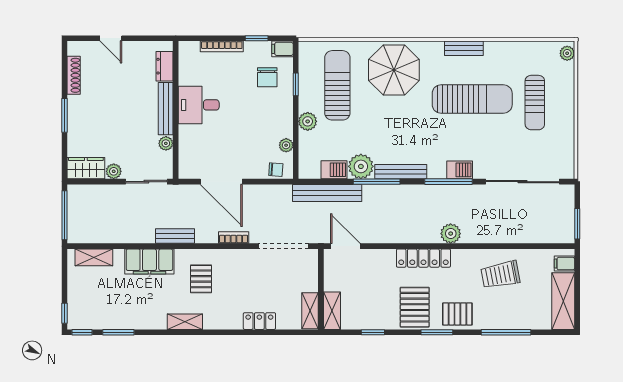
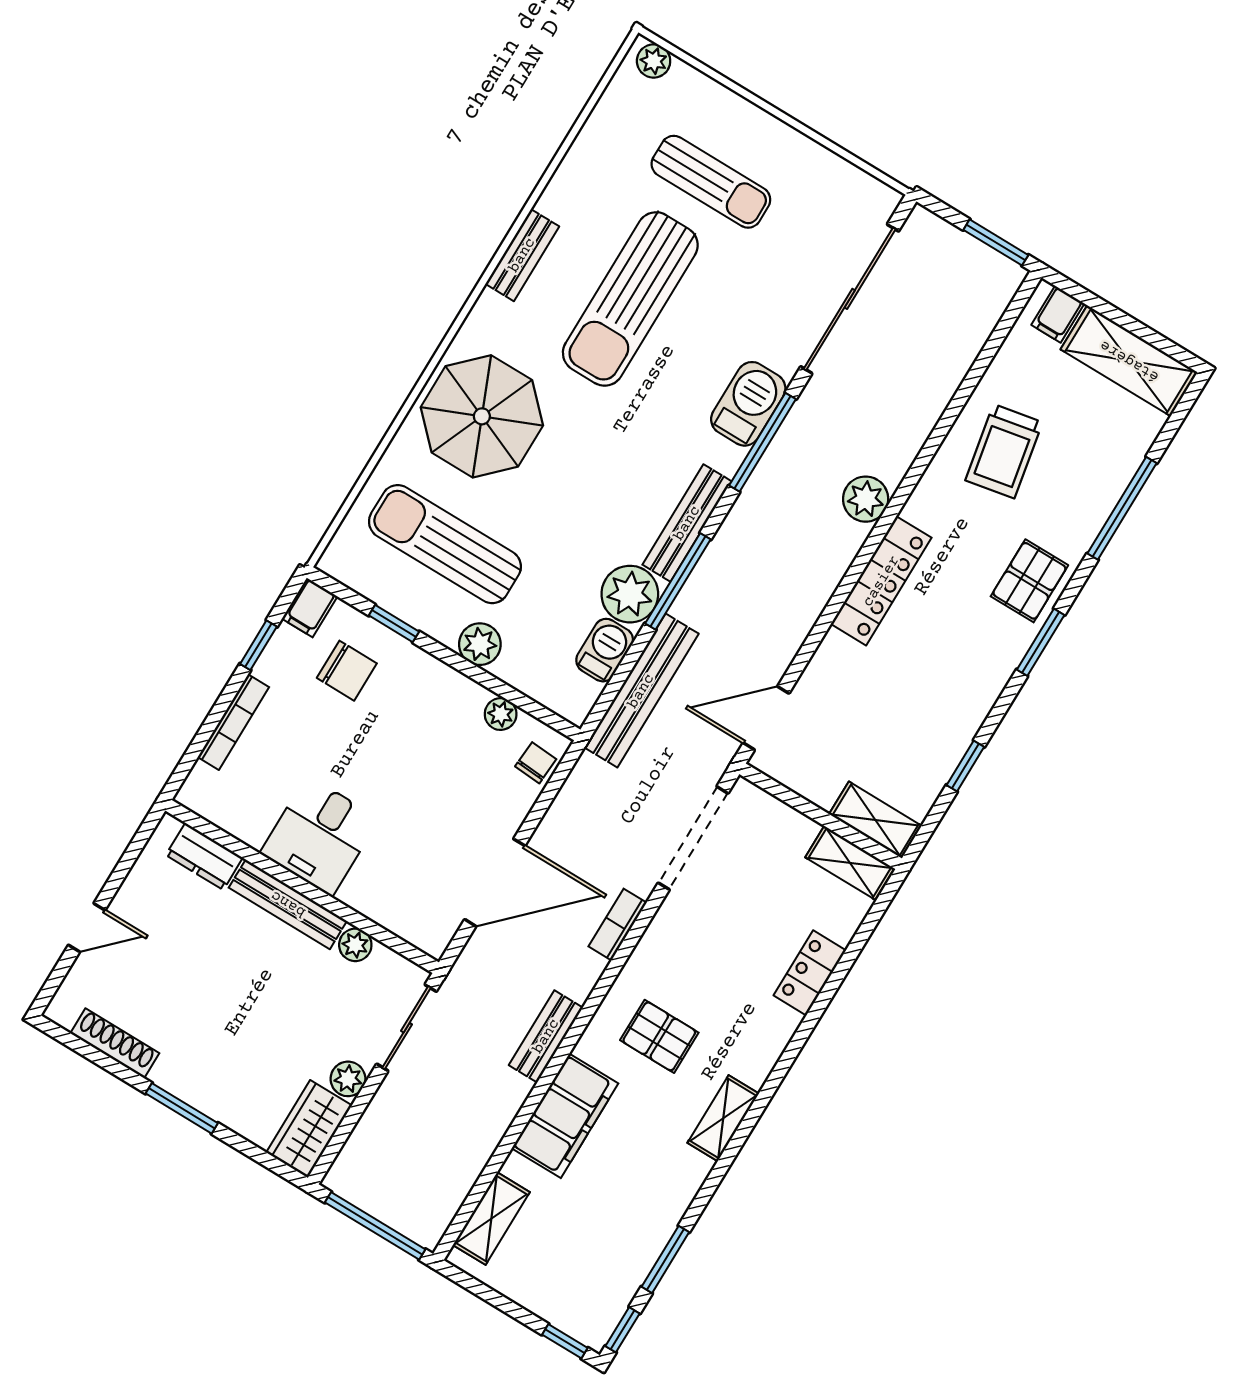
sun lounger: (472, 99) -> (630, 299), turned 180
barbecue: (460, 170) -> (748, 404), width x1.38, depth x1.27
pallet: (415, 307) -> (966, 656), removed

